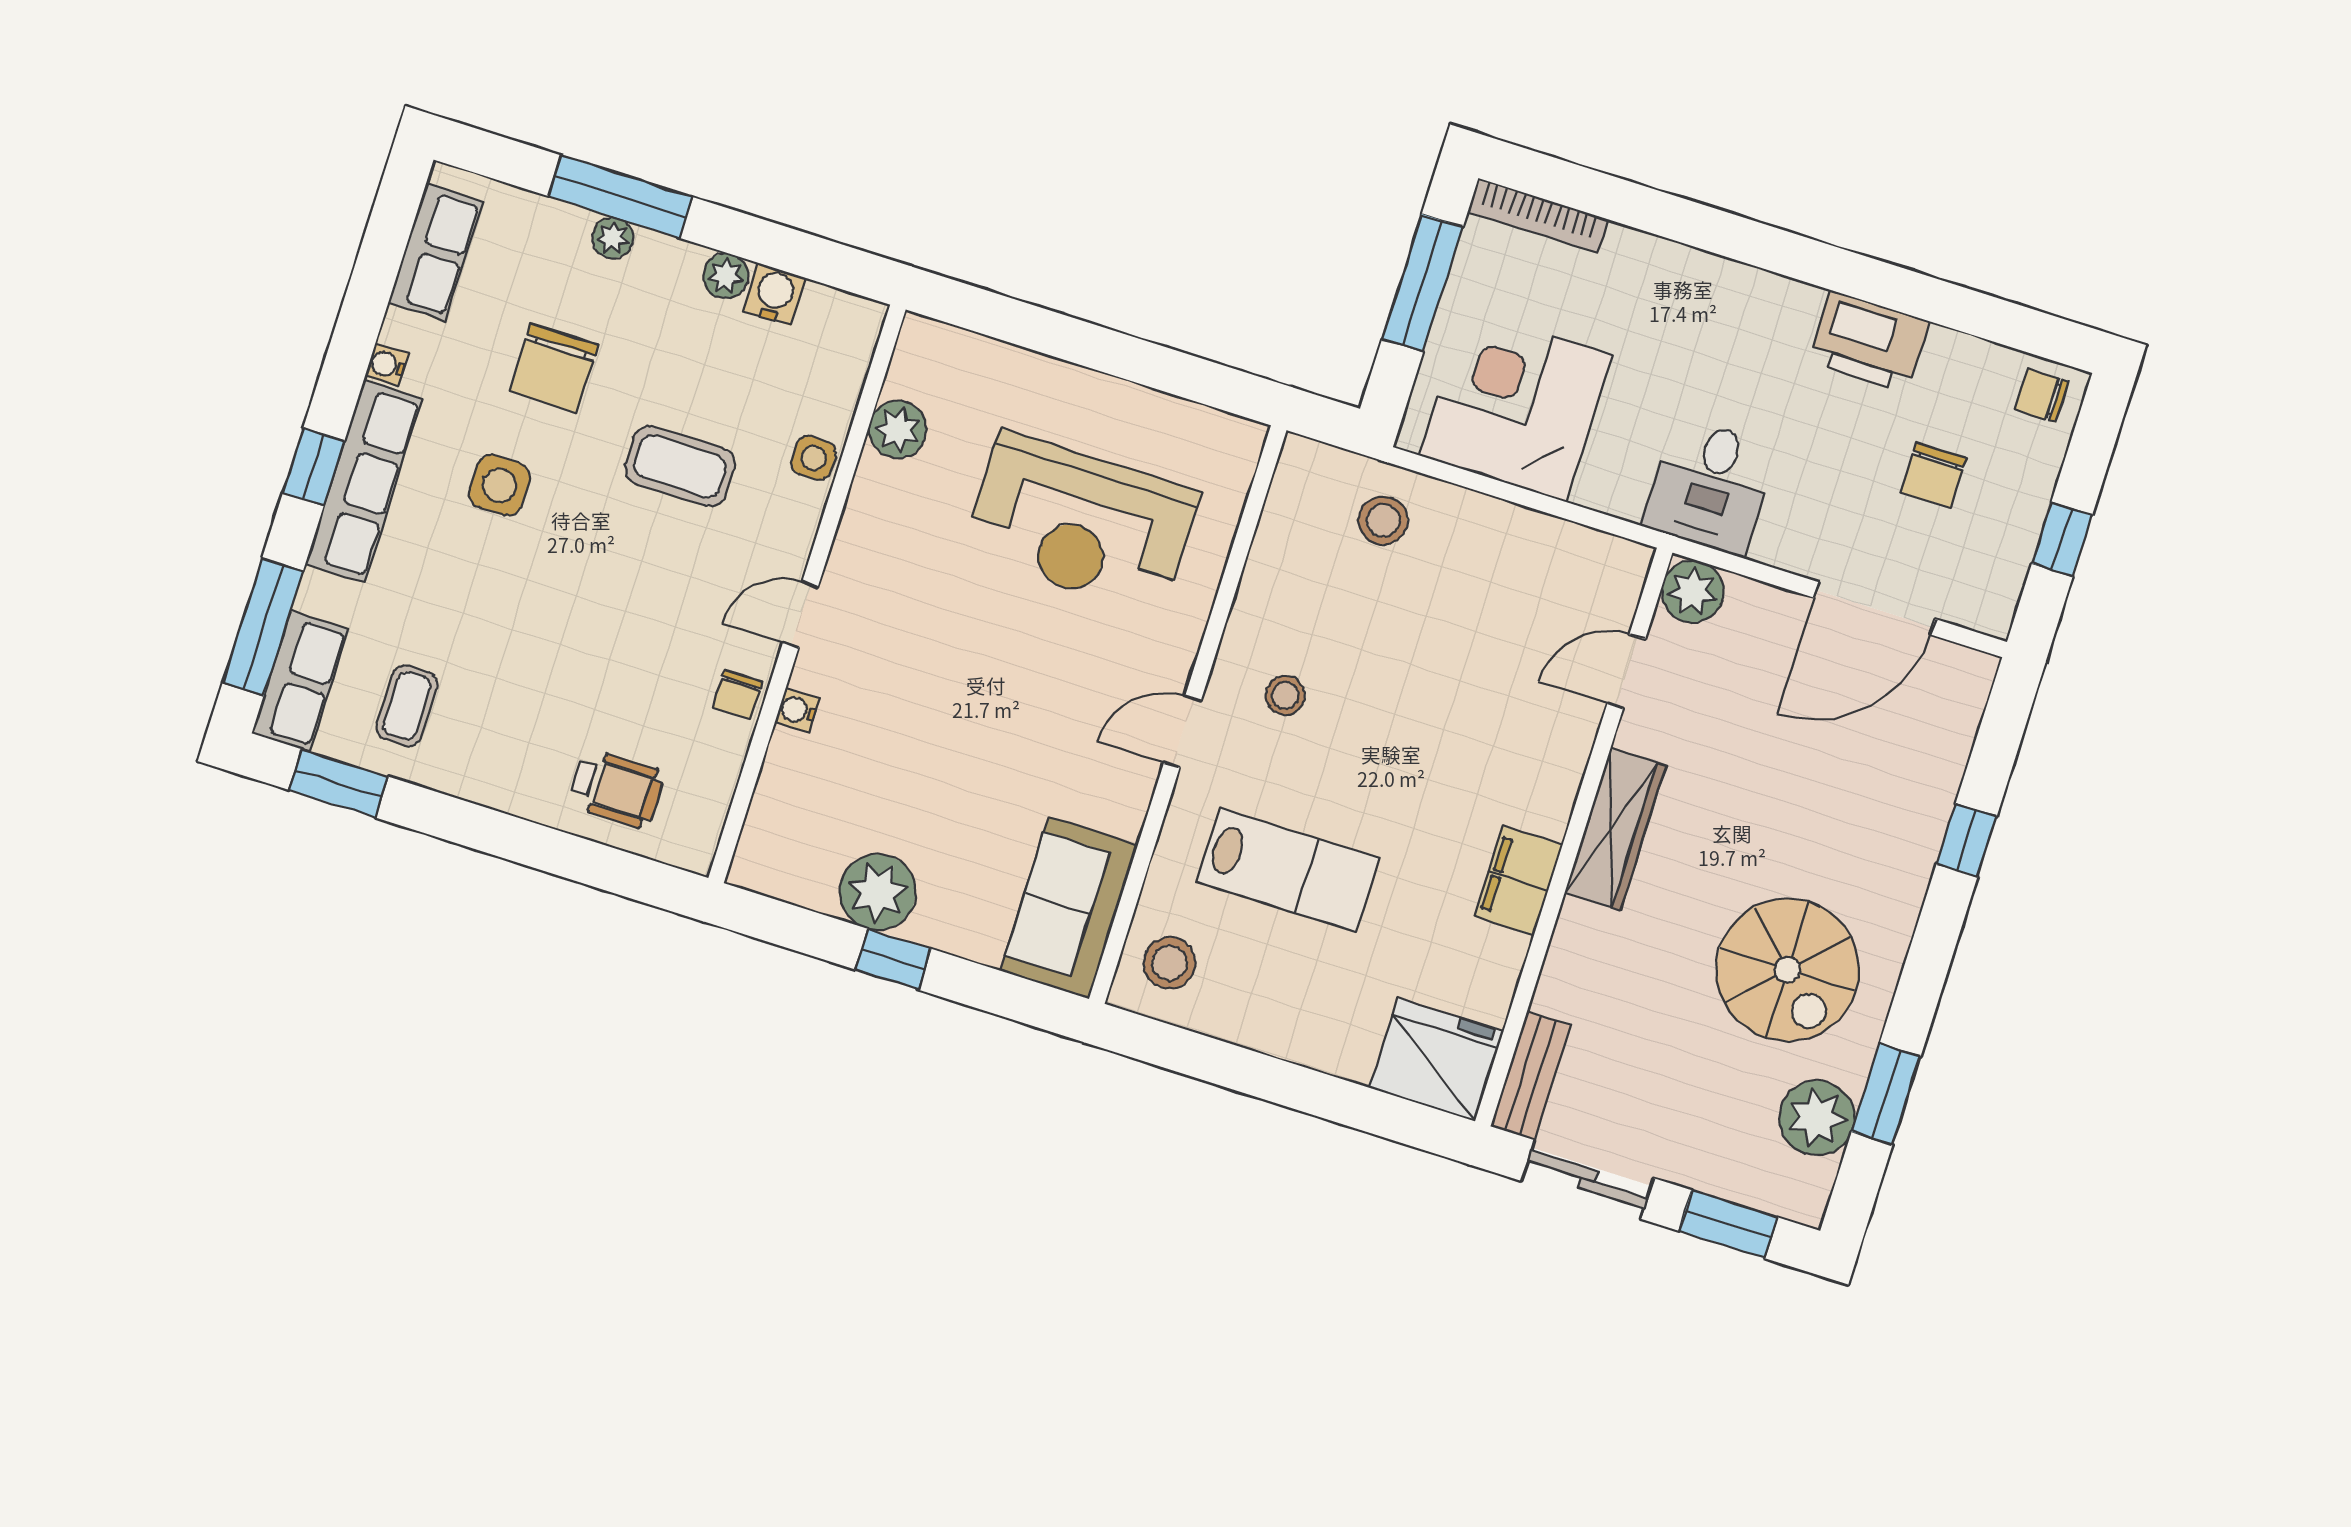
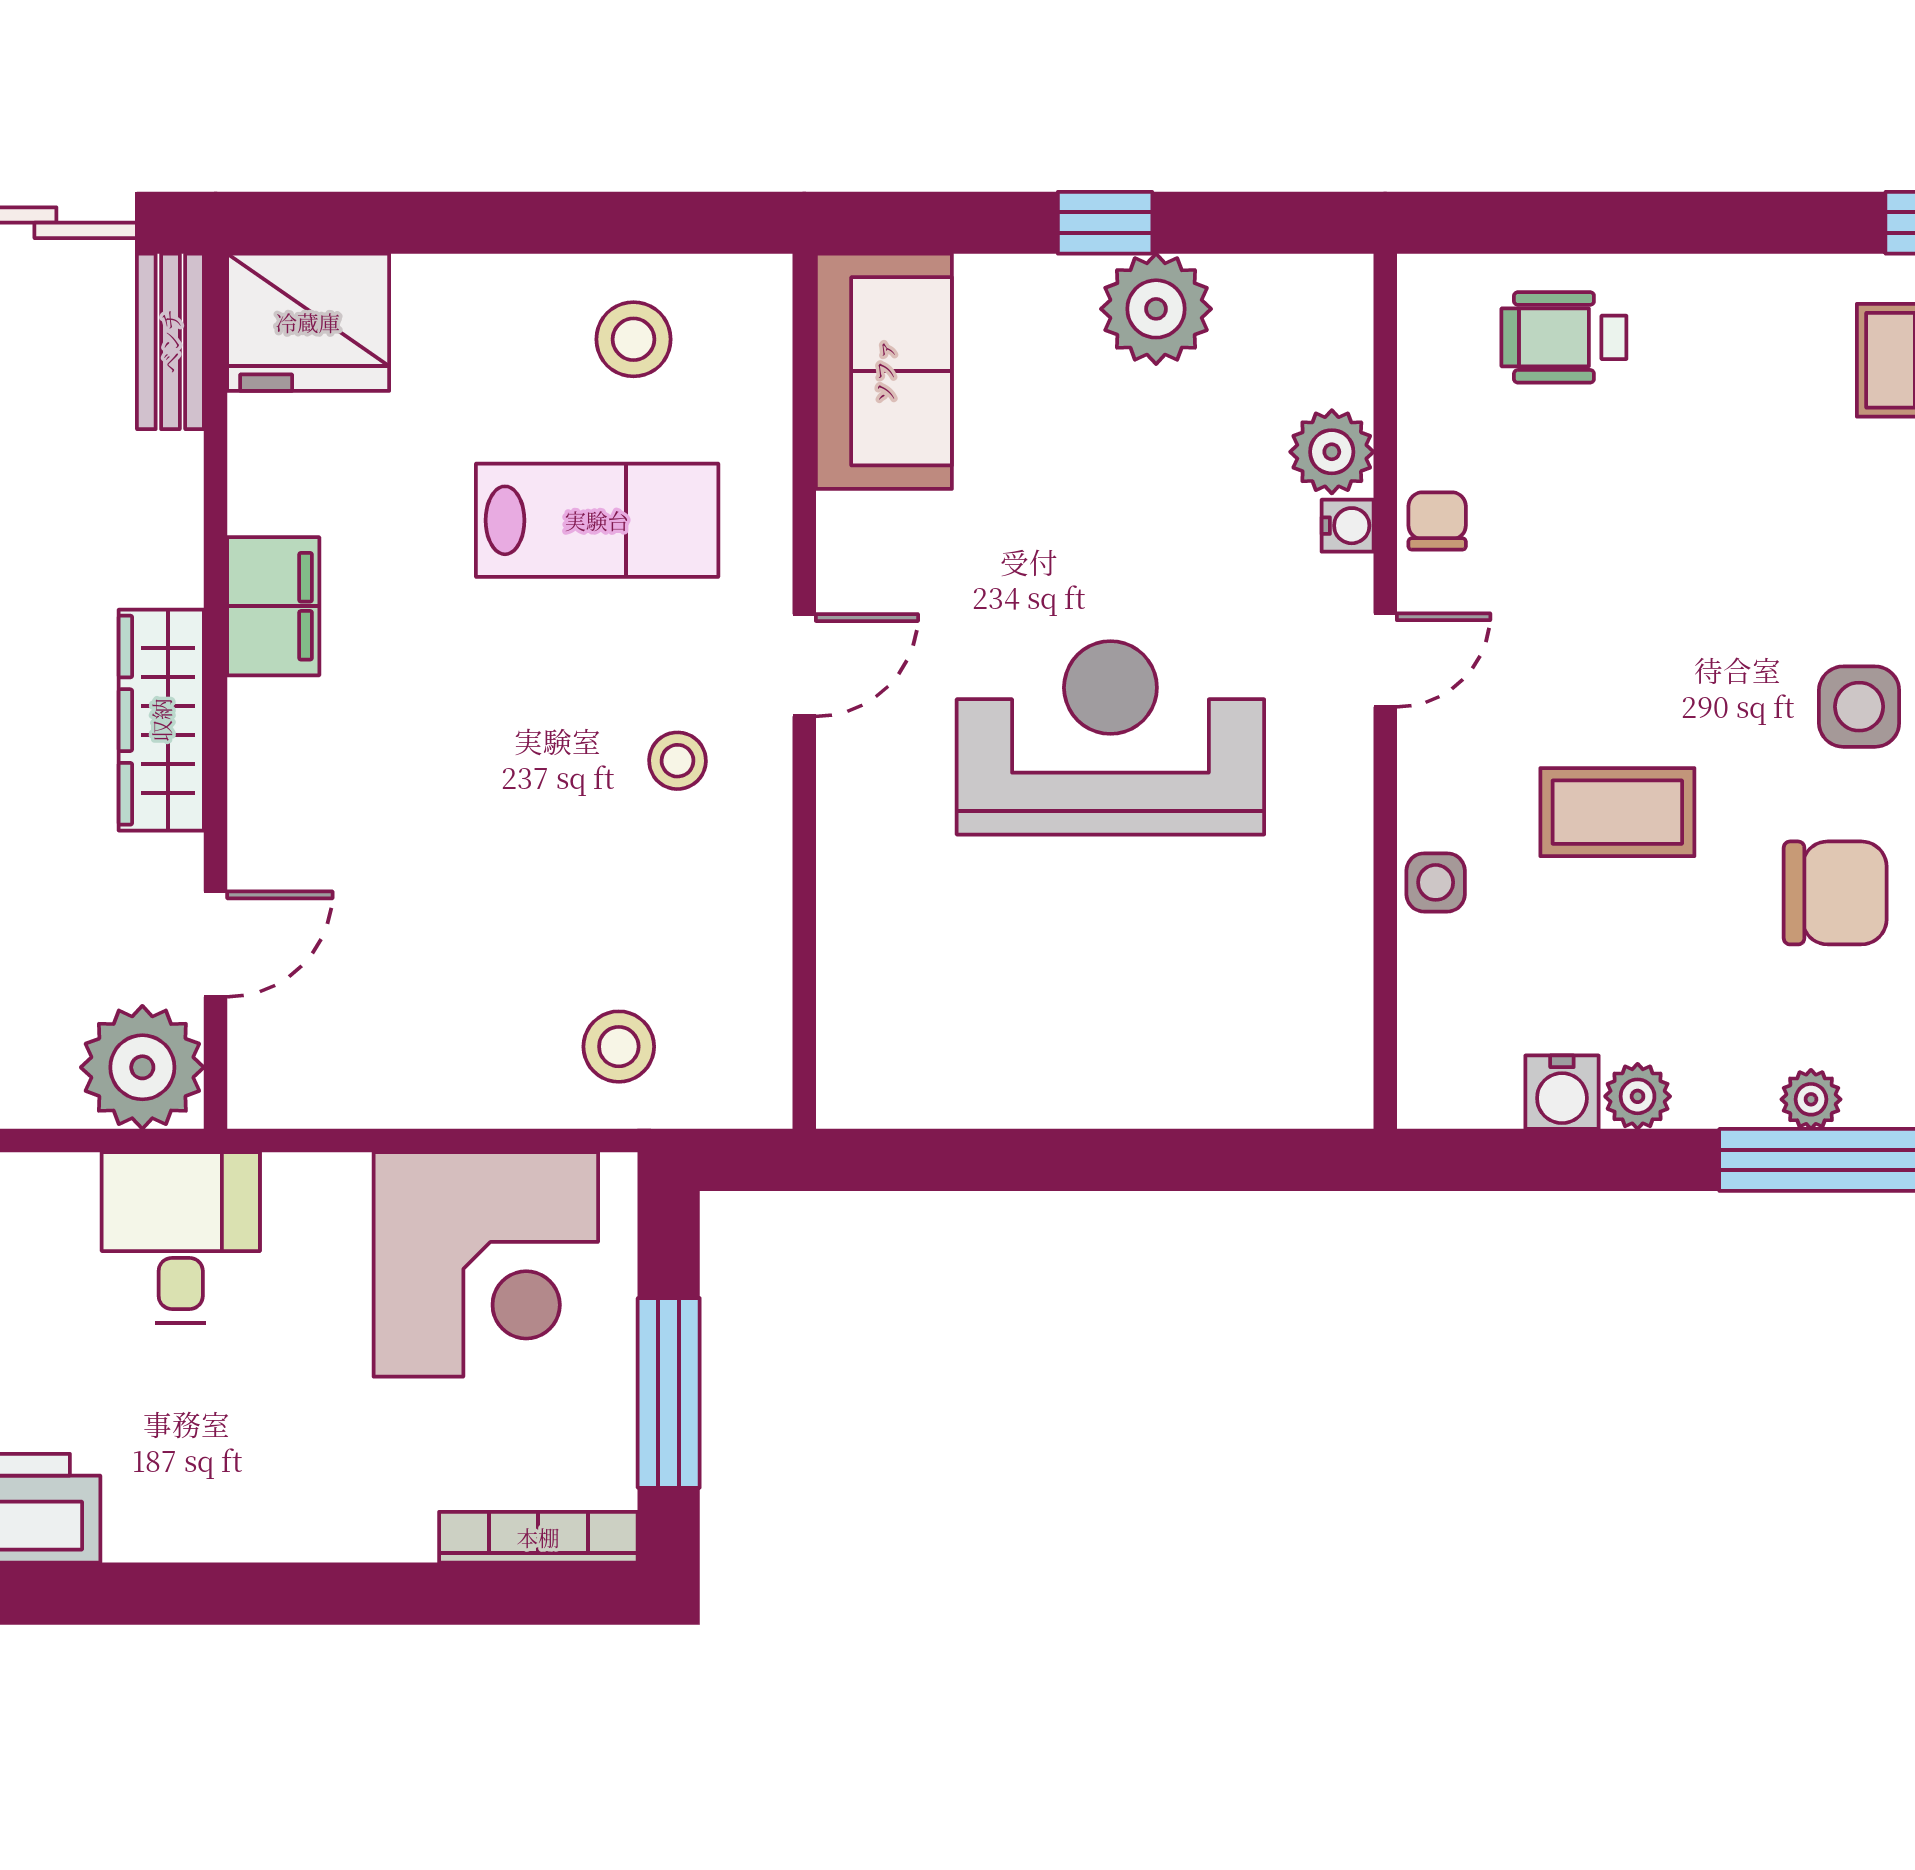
chair: (554, 368) -> (1835, 893), turned 90
plant: (898, 430) -> (1332, 452), moved
reception desk: (1081, 523) -> (1110, 738), moved
plant: (1692, 592) -> (142, 1067), width x1.36, depth x1.36
lab bench: (1288, 870) -> (597, 520), turned 180
stool: (1169, 963) -> (633, 339), moved

